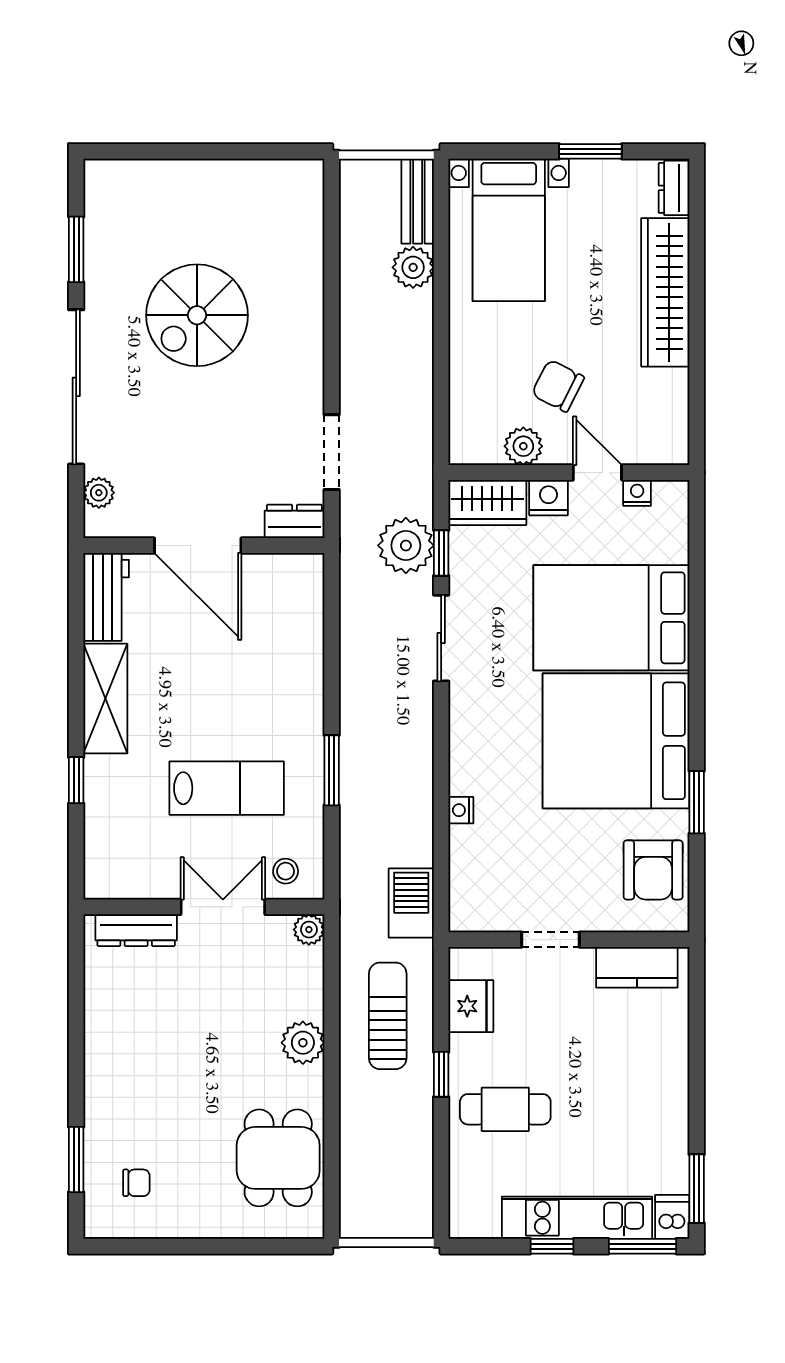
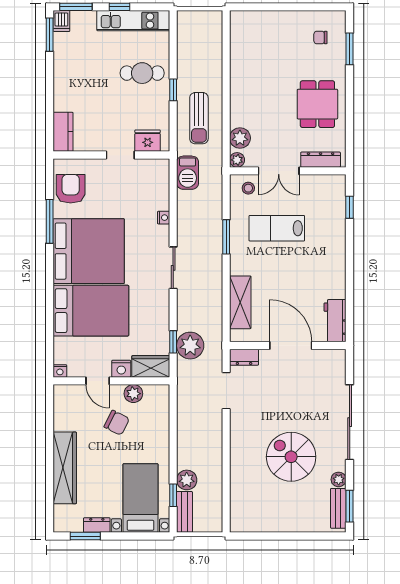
window: (590, 151) -> (85, 536), moved
dresser: (674, 188) -> (97, 525), moved, turned -90
bench: (99, 209) -> (338, 508), added
window: (441, 236) -> (173, 495), added
window: (76, 249) -> (350, 506), moved
spiral stairs: (197, 315) -> (291, 457), turned -90
plant: (99, 493) -> (339, 479), moved
nightstand: (637, 493) -> (60, 371), moved
sliding door: (441, 638) -> (173, 268), moved
shelving: (105, 699) -> (240, 302), moved
window: (76, 780) -> (350, 207), moved
window: (697, 802) -> (50, 221), width x1.44
kitchen counter: (637, 967) -> (63, 132), moved, turned 90
fridge: (471, 1006) -> (148, 141), moved, turned 90
plant: (303, 1043) -> (240, 138), moved
dining table: (278, 1158) -> (317, 104), moved
kitchen unit: (577, 1218) -> (133, 21), moved

